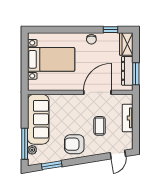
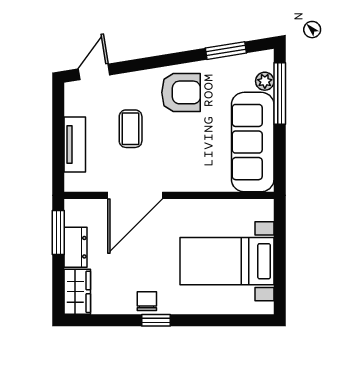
window: (110, 30) -> (156, 320), moved
dresser: (127, 71) -> (76, 247), width x0.70

